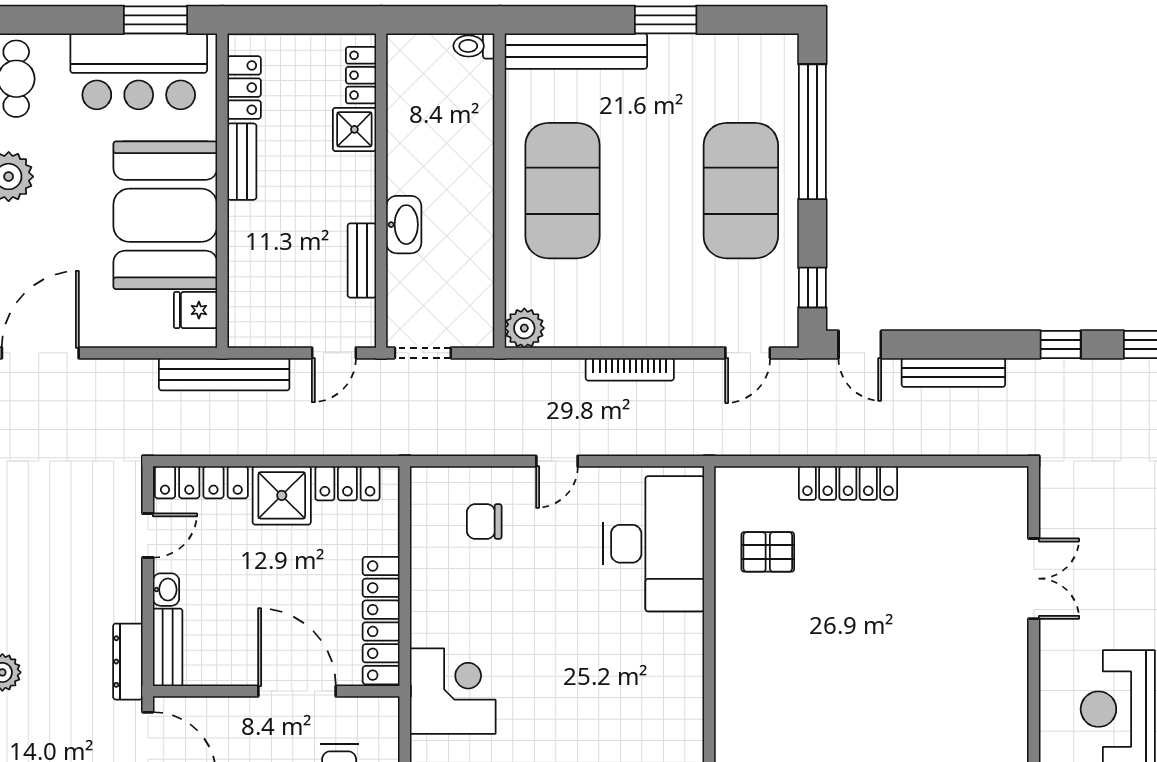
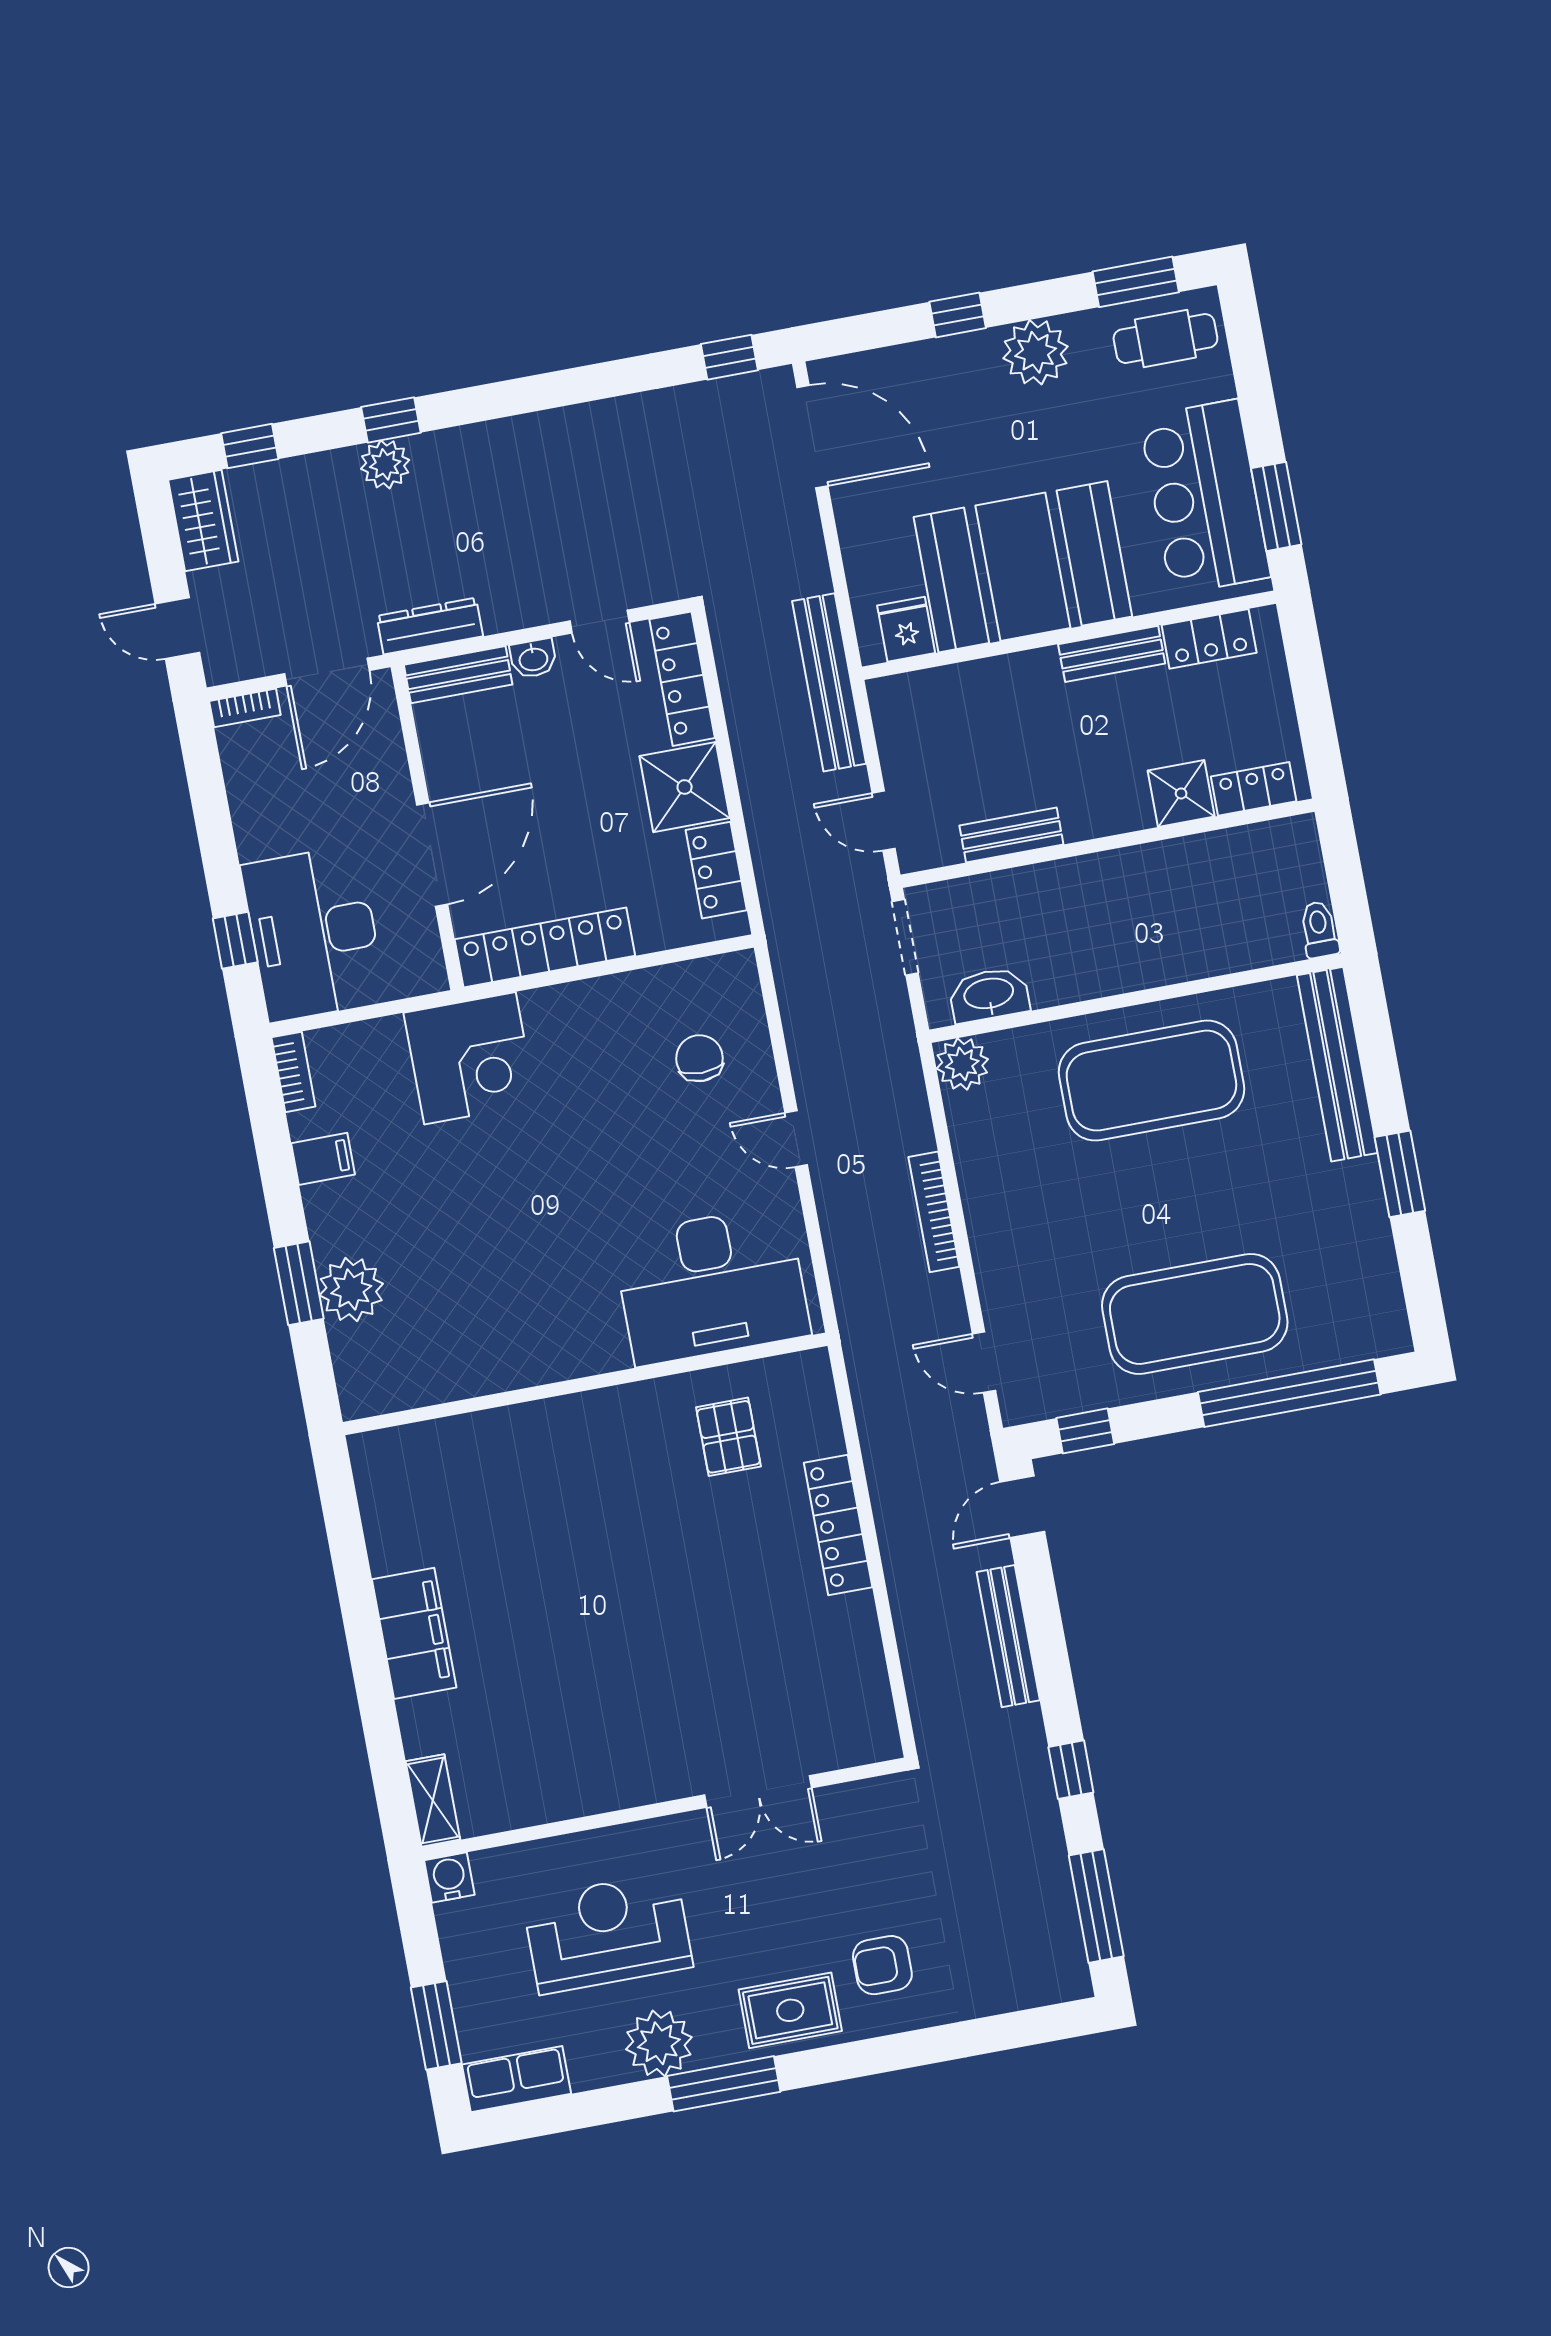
washbasin: (404, 225) -> (989, 995), moved, turned 180

